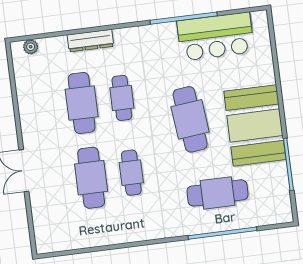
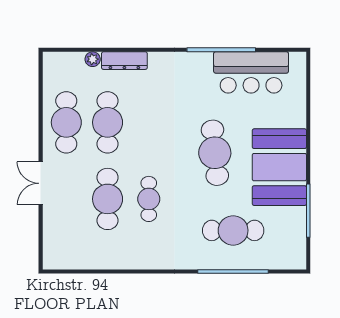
plant: (31, 47) -> (93, 59), moved
cafe table: (122, 98) -> (66, 122), moved, width x1.37, depth x1.35

